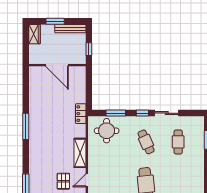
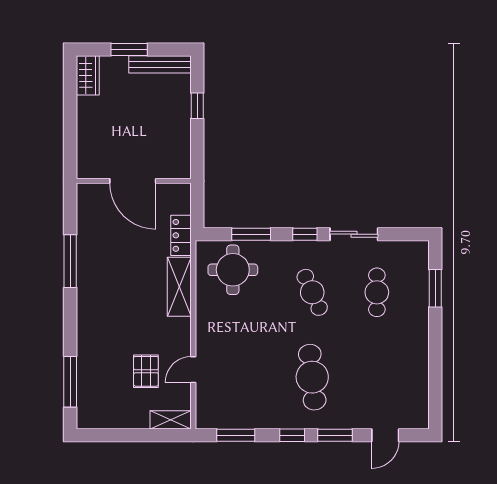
door: (57, 65) -> (133, 181), moved
wall: (57, 65) -> (134, 181), moved
shelving: (80, 153) -> (179, 287), moved

